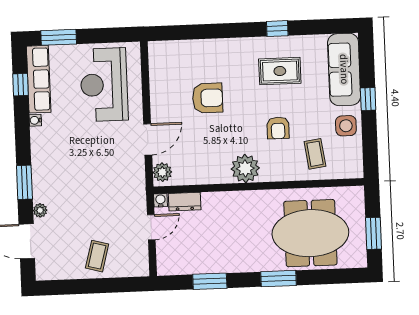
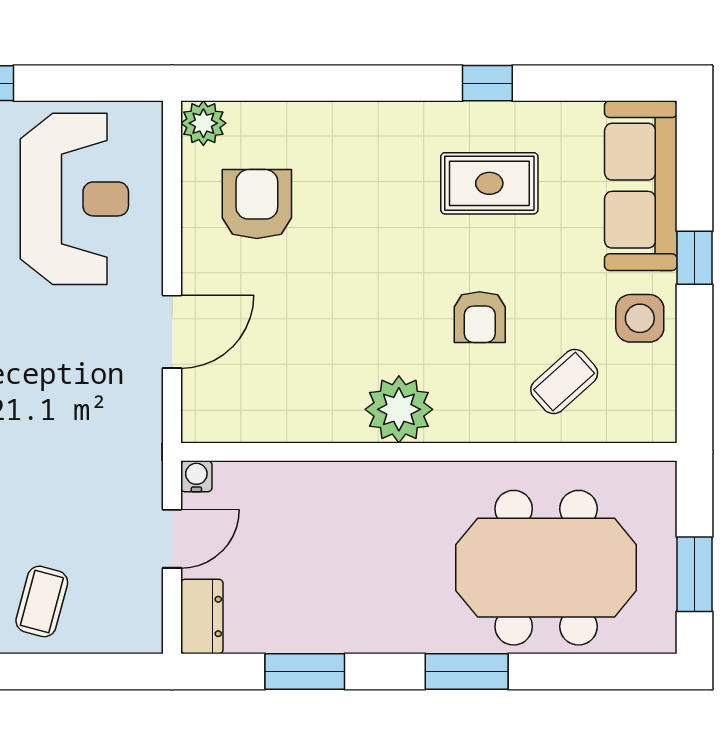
reception desk: (104, 85) -> (74, 199), turned 180
armchair: (208, 98) -> (257, 204), moved, turned -90
coffee table: (315, 154) -> (564, 382), turned 56
plant: (162, 172) -> (203, 123), moved
dresser: (185, 202) -> (202, 616), moved, turned -90

